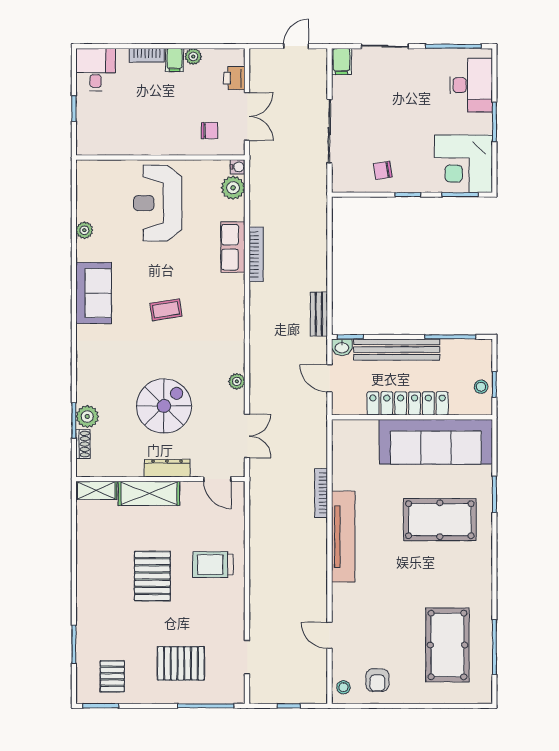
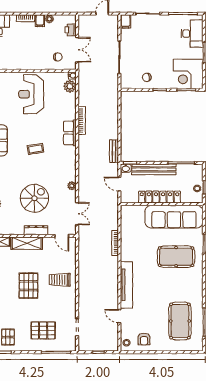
row of seats: (233, 247) -> (70, 133), moved
tv unit: (343, 537) -> (126, 285), moved

